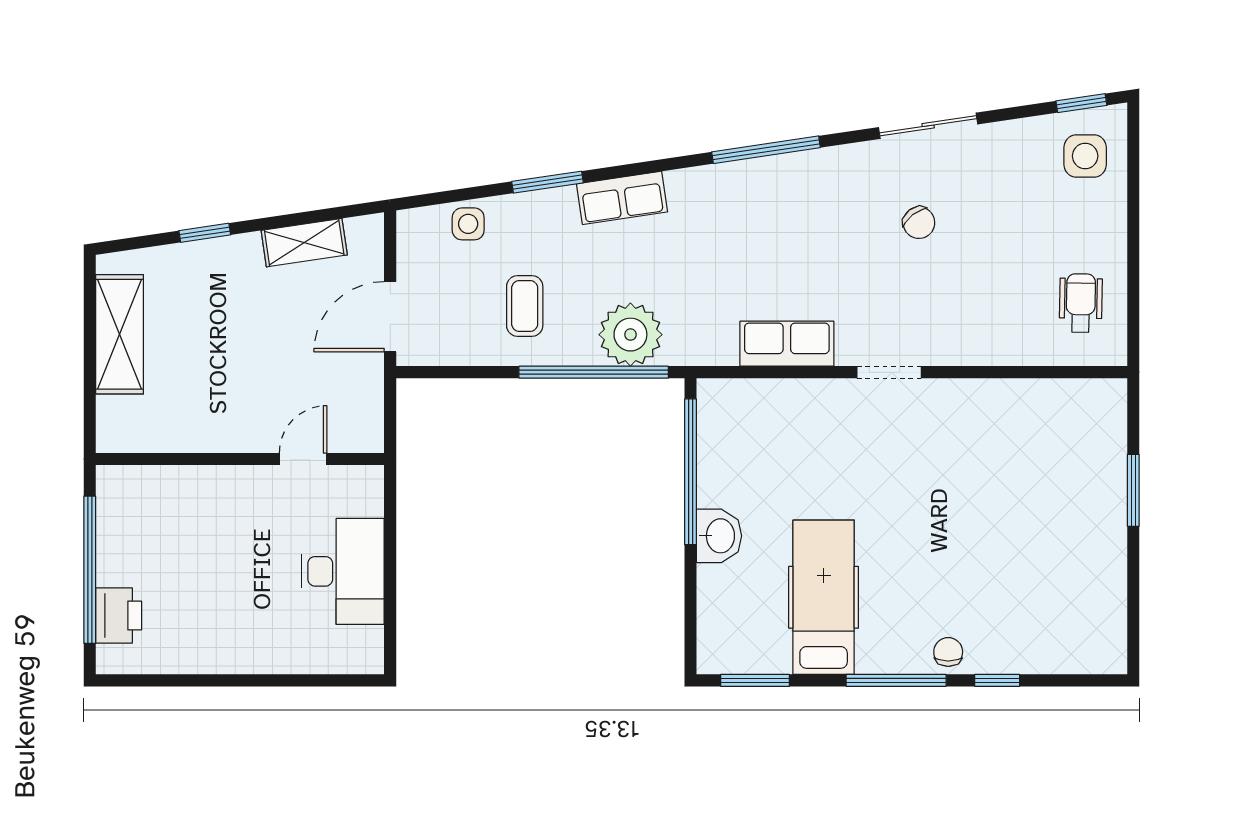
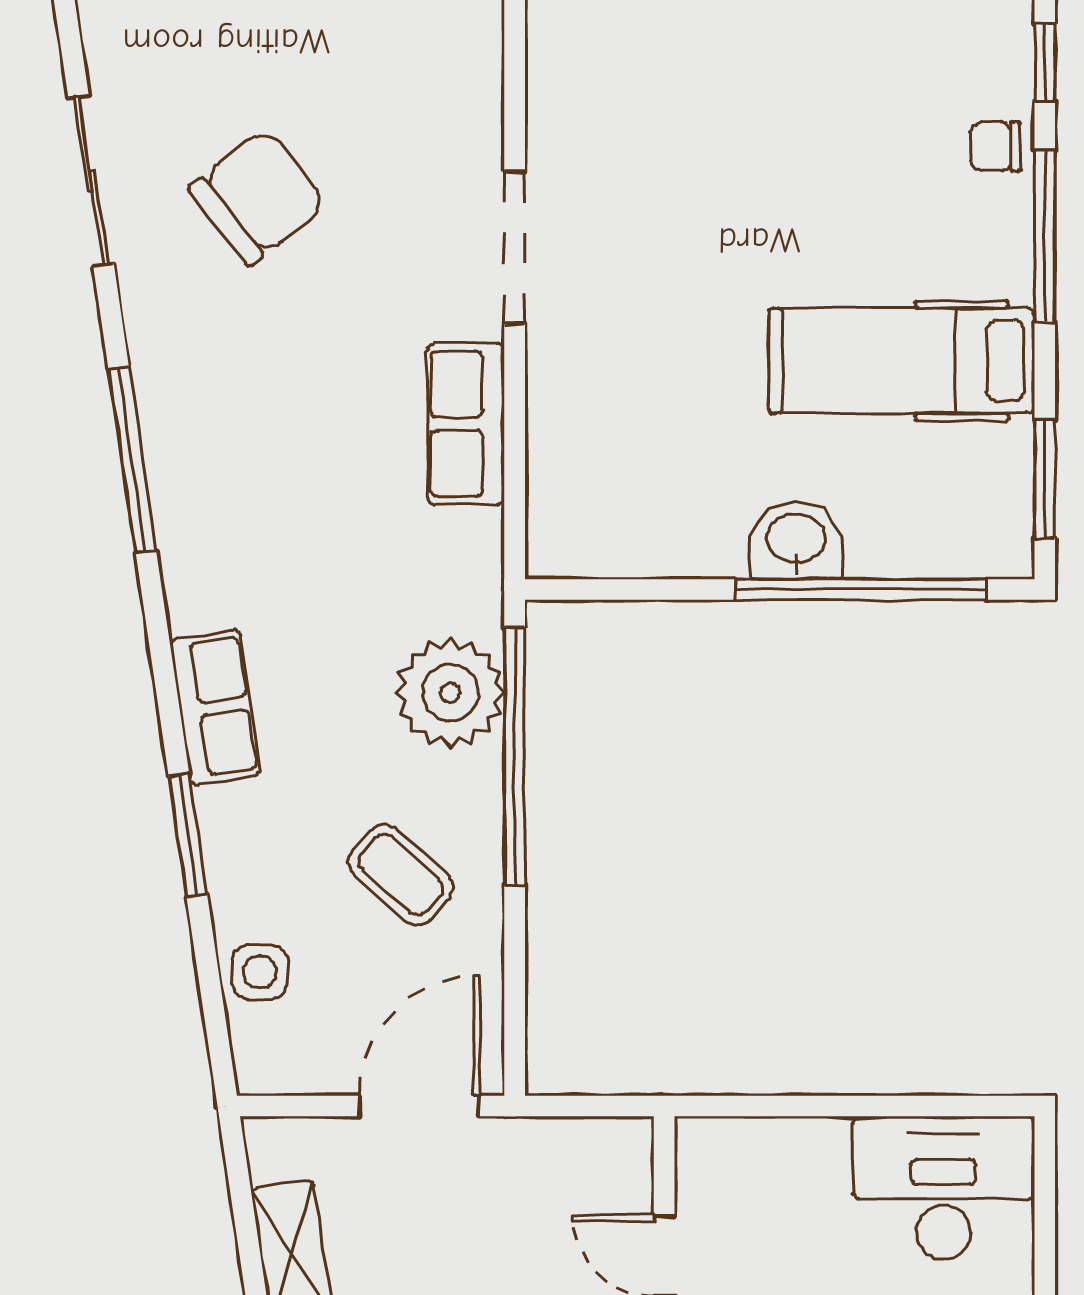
chair: (919, 223) -> (258, 197), width x1.87, depth x1.87
coffee table: (525, 306) -> (401, 875), turned 42
door: (390, 317) -> (419, 1106), swing flipped
doorway: (889, 372) -> (515, 248), width x1.38
window: (691, 472) -> (861, 589), moved
desk: (343, 571) -> (944, 1188), moved

